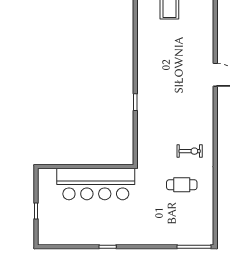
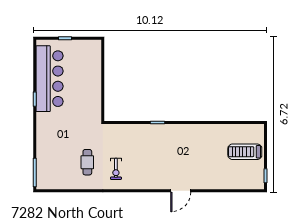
bar counter: (96, 184) -> (50, 79), moved, turned 180

